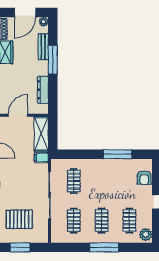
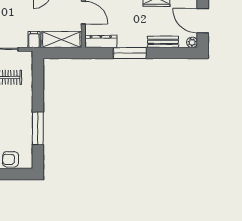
window: (53, 60) -> (130, 53), moved
dresser: (43, 90) -> (101, 41), moved

